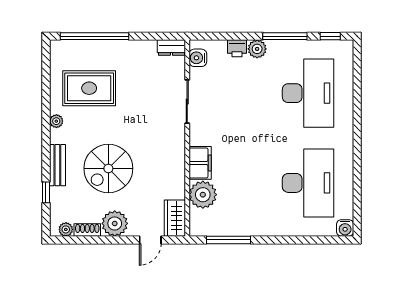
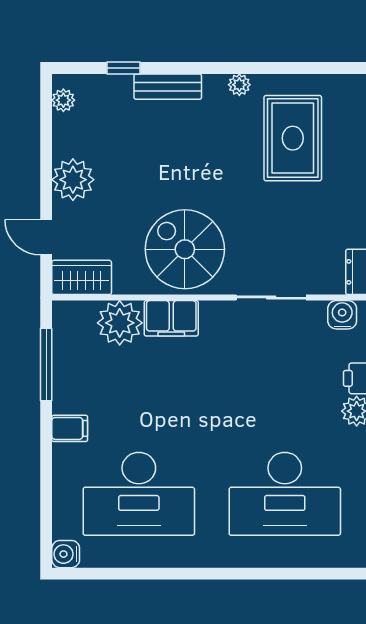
spiral stairs: (108, 168) -> (185, 249), moved
filing cabinet: (268, 225) -> (70, 428), added
shoe rack: (87, 230) -> (62, 135), removed

